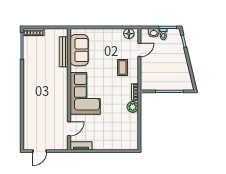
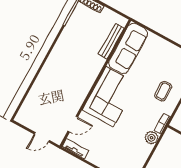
sofa: (79, 50) -> (128, 48), width x1.36
door: (40, 151) -> (42, 137), moved

